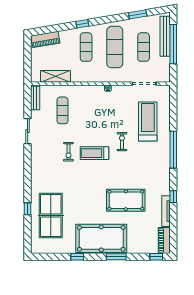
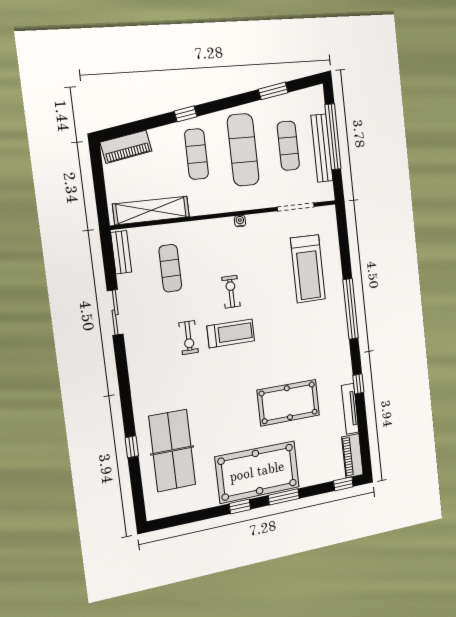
bench: (165, 36) -> (322, 148), moved
shelving: (55, 76) -> (151, 210), width x1.47
treadmill: (148, 121) -> (308, 269), turned 180
exercise bike: (122, 142) -> (231, 292), moved
treadmill: (94, 153) -> (231, 333), turned 180
window: (77, 257) -> (240, 506), moved

